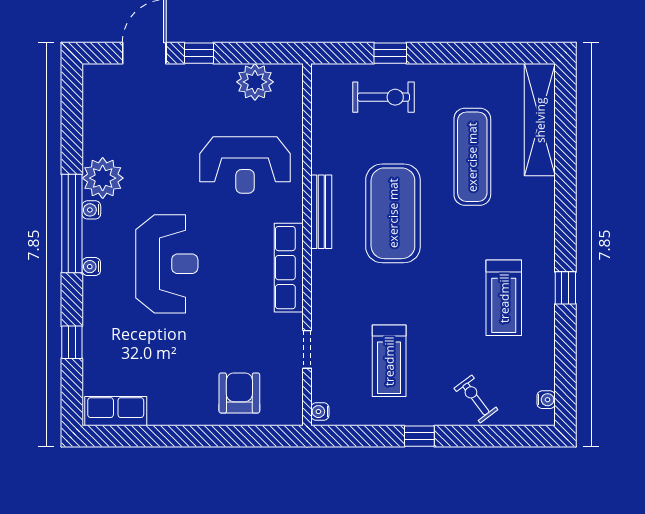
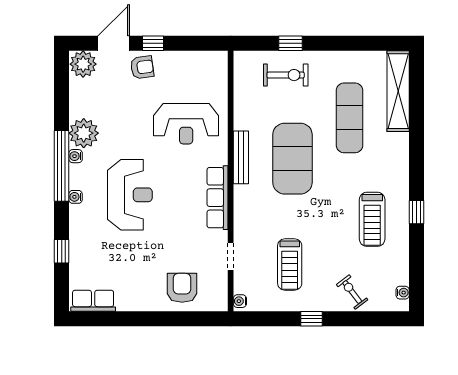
plant: (255, 82) -> (83, 64), moved
armchair: (184, 86) -> (142, 67), added

